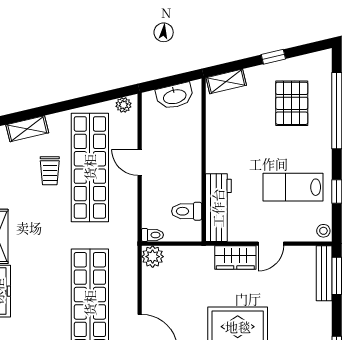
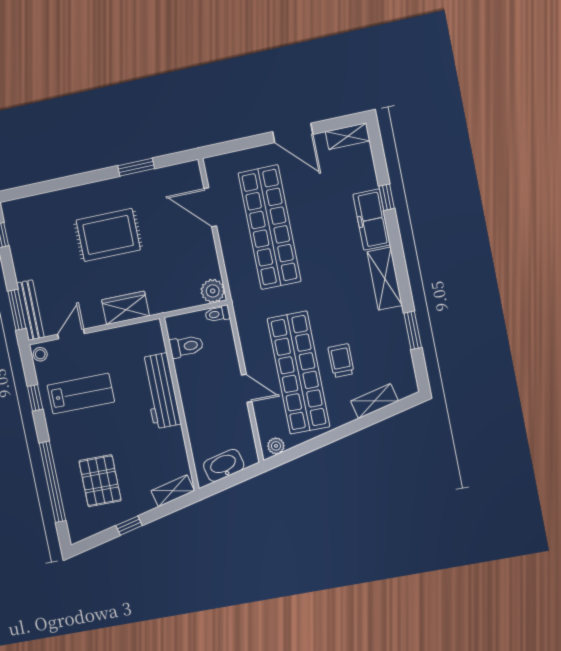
workbench: (218, 208) -> (161, 391), moved
door: (271, 244) -> (71, 334), moved

